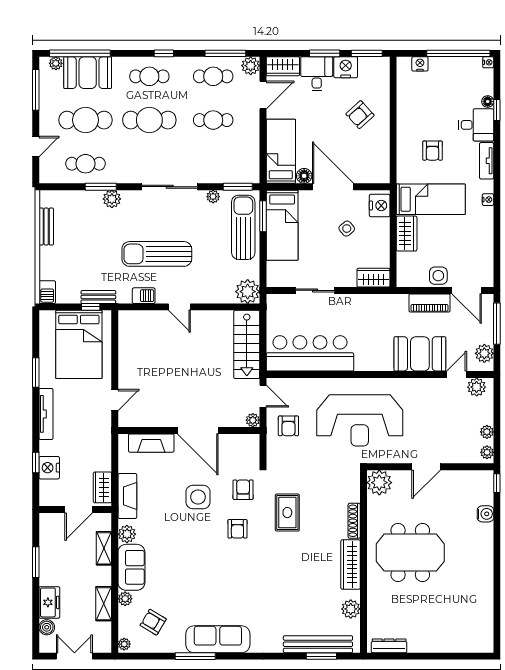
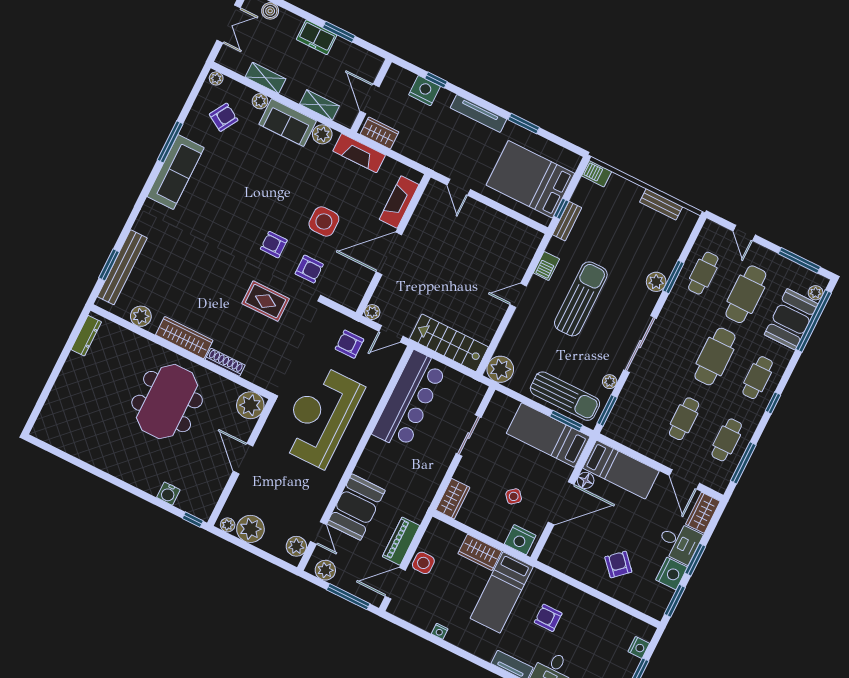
plant: (251, 66) -> (719, 481), removed
nightstand: (488, 200) -> (440, 631), moved
plant: (487, 432) -> (250, 529), width x1.87, depth x1.87
freezer: (49, 602) -> (317, 37), moved

